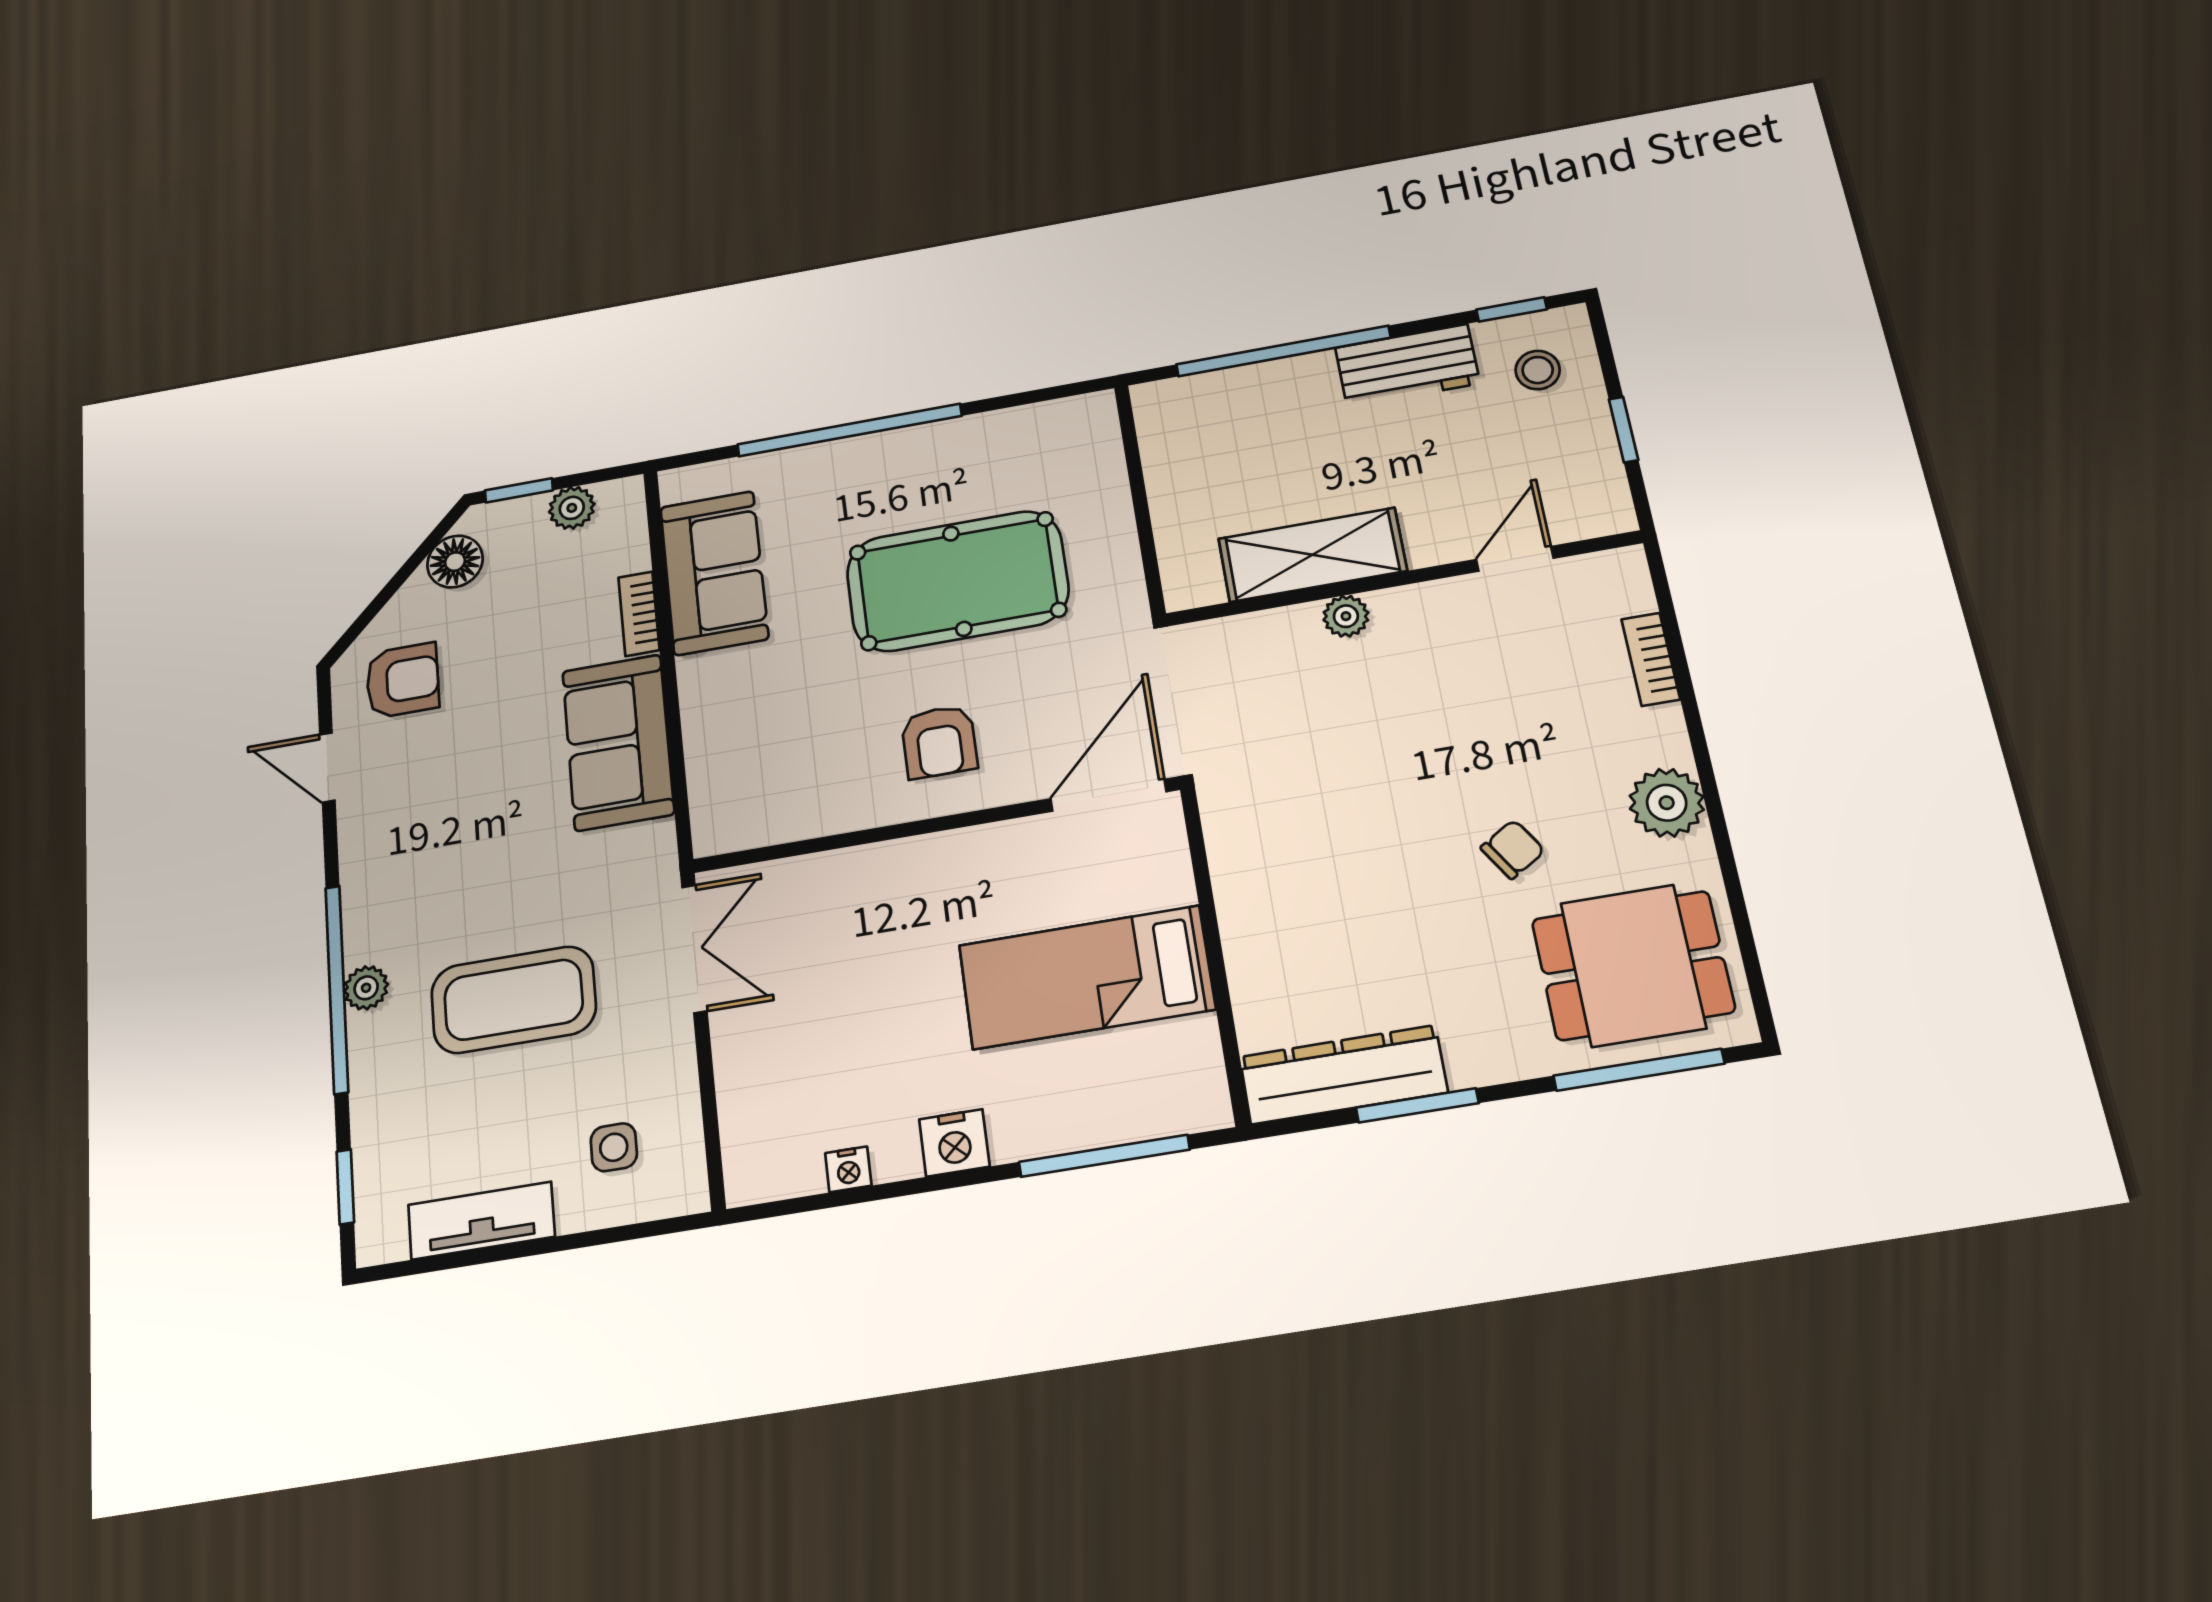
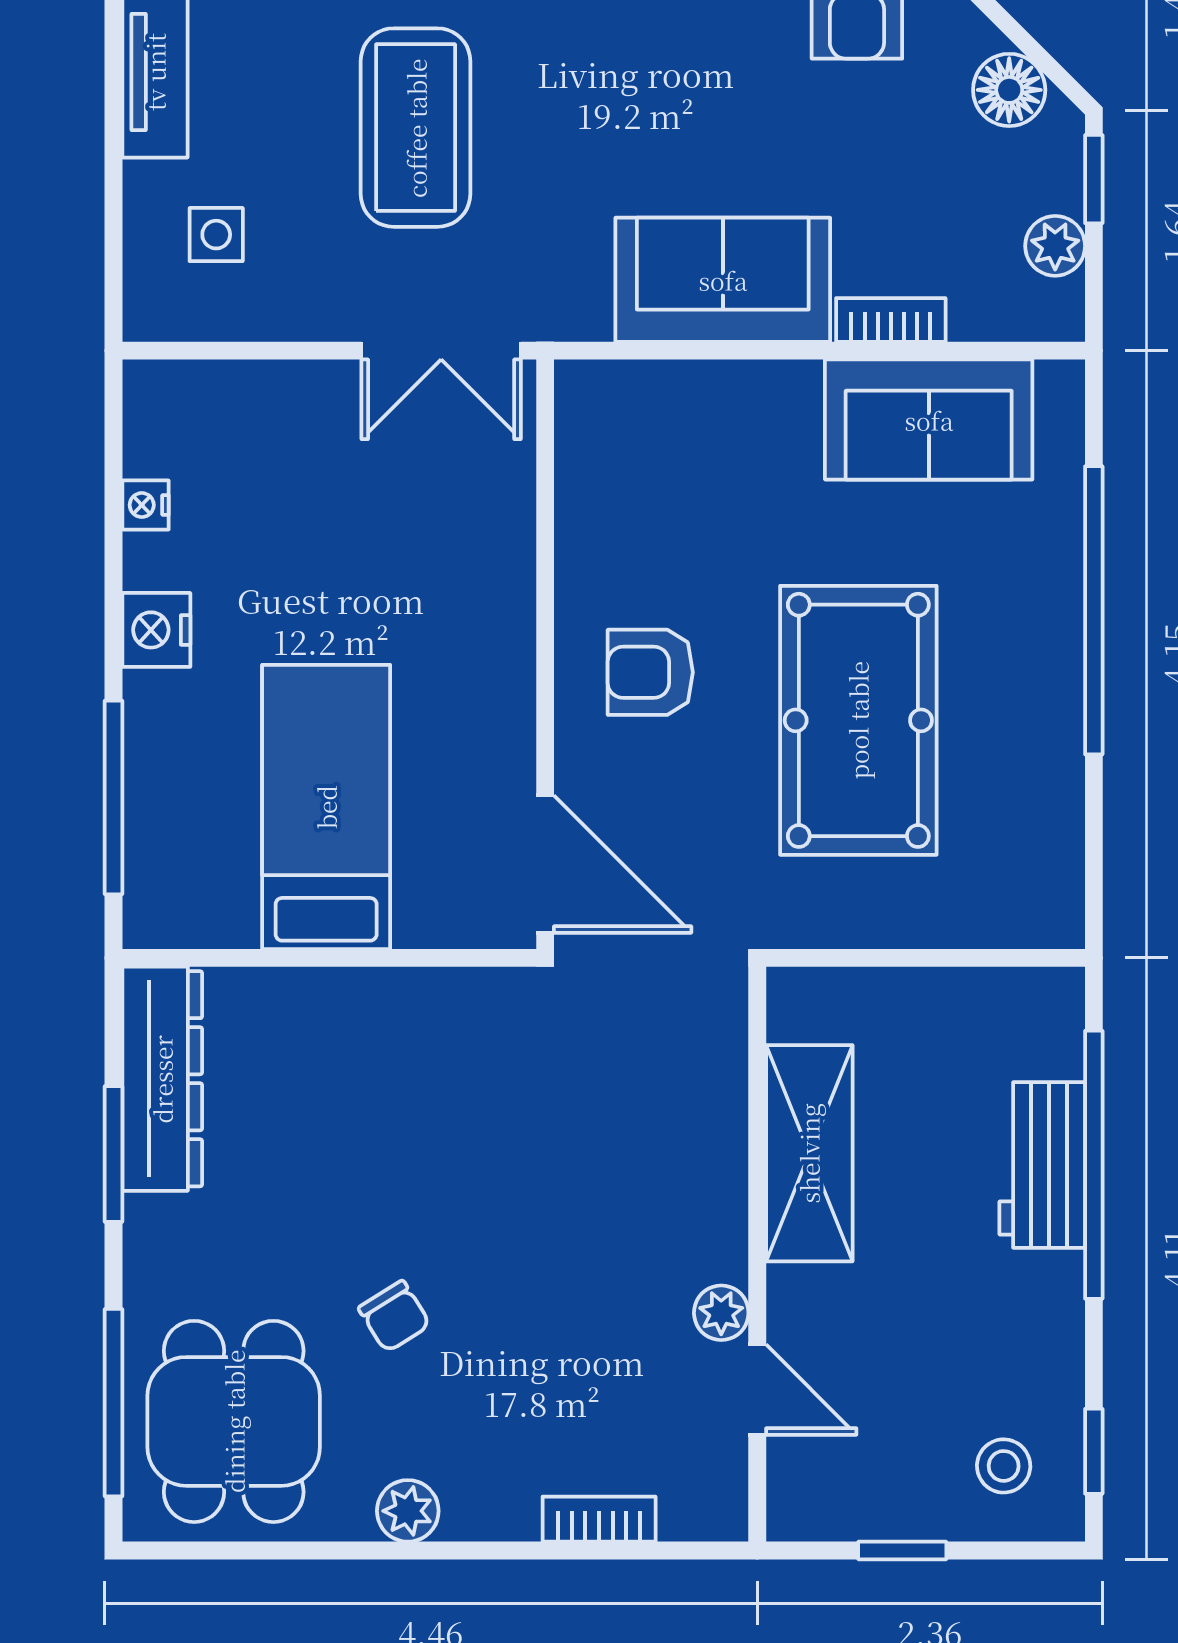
workbench: (1407, 366) -> (1042, 1165), moved
plant: (1346, 616) -> (721, 1313), moved
plant: (1667, 803) -> (408, 1511), width x0.73, depth x0.73

